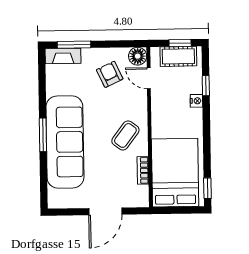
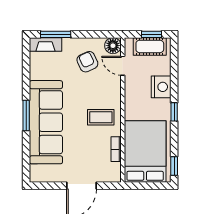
window: (206, 86) -> (174, 112), moved
nightstand: (196, 101) -> (161, 87), width x1.89, depth x1.79
coffee table: (125, 135) -> (101, 117), turned 53

